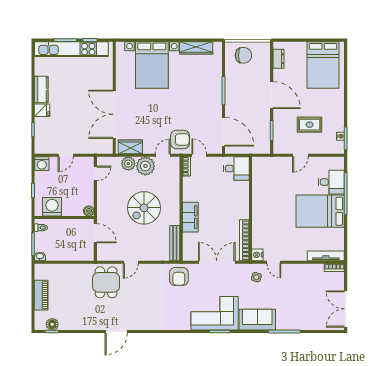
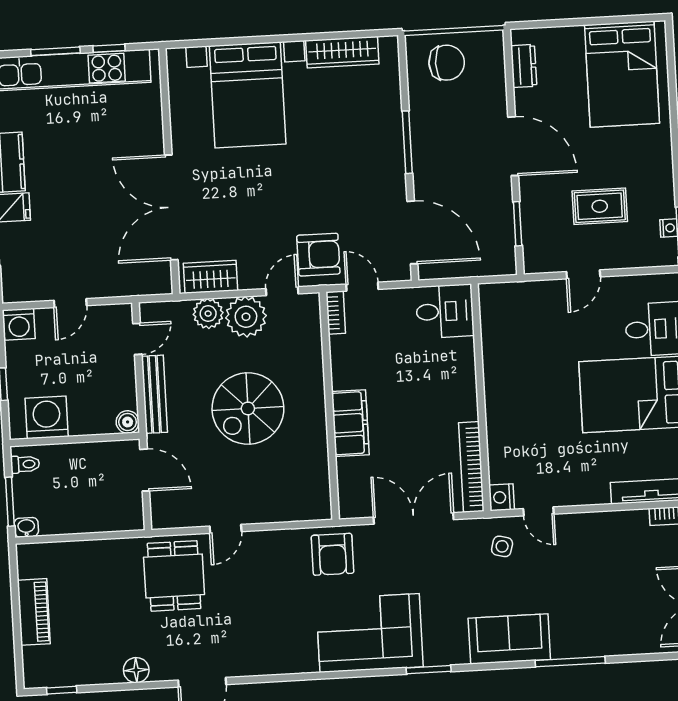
bench: (175, 243) -> (154, 394), moved
corner sofa: (215, 313) -> (370, 633), moved
floor lamp: (52, 324) -> (136, 670), moved

